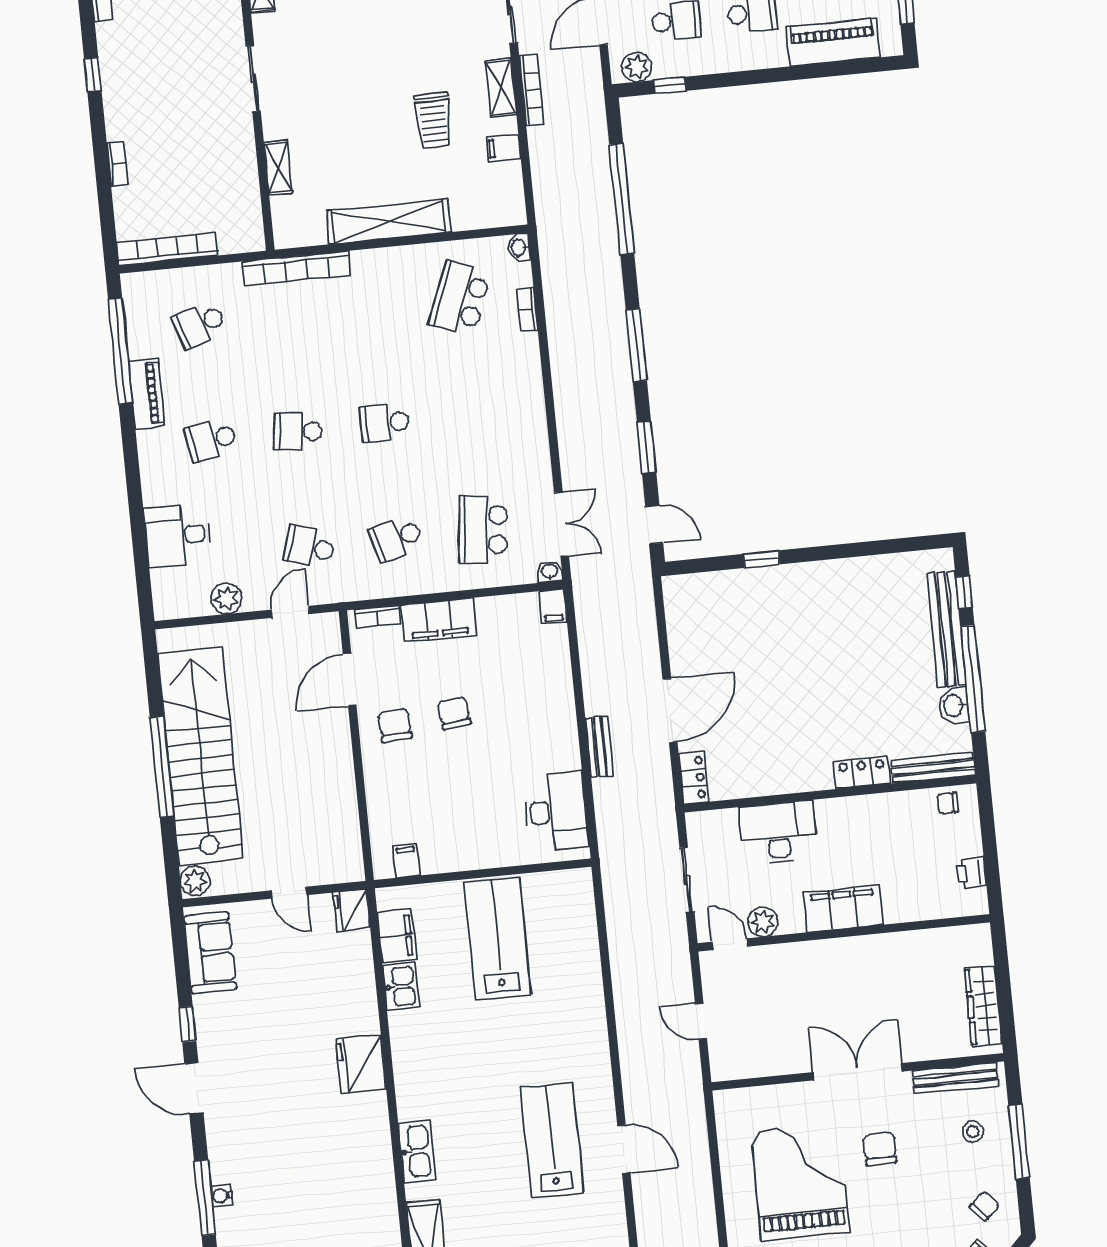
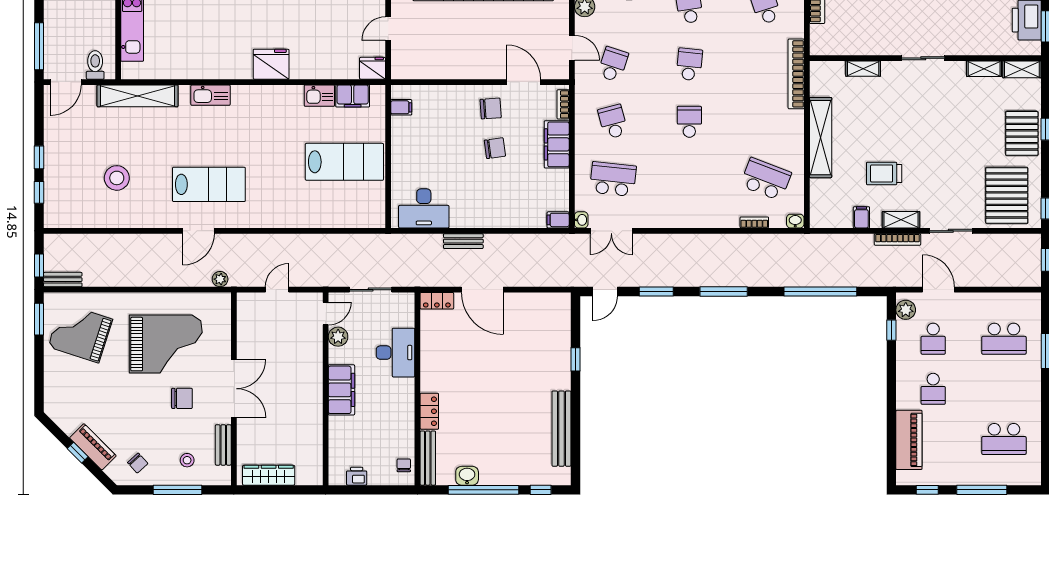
bench: (947, 629) -> (561, 429), moved, turned 90
bench: (955, 1078) -> (223, 445), width x0.73
plant: (694, 1109) -> (220, 279), added

